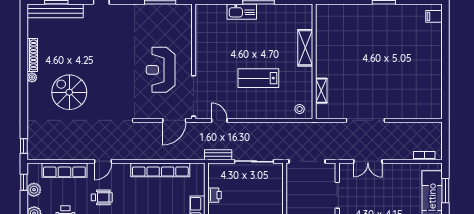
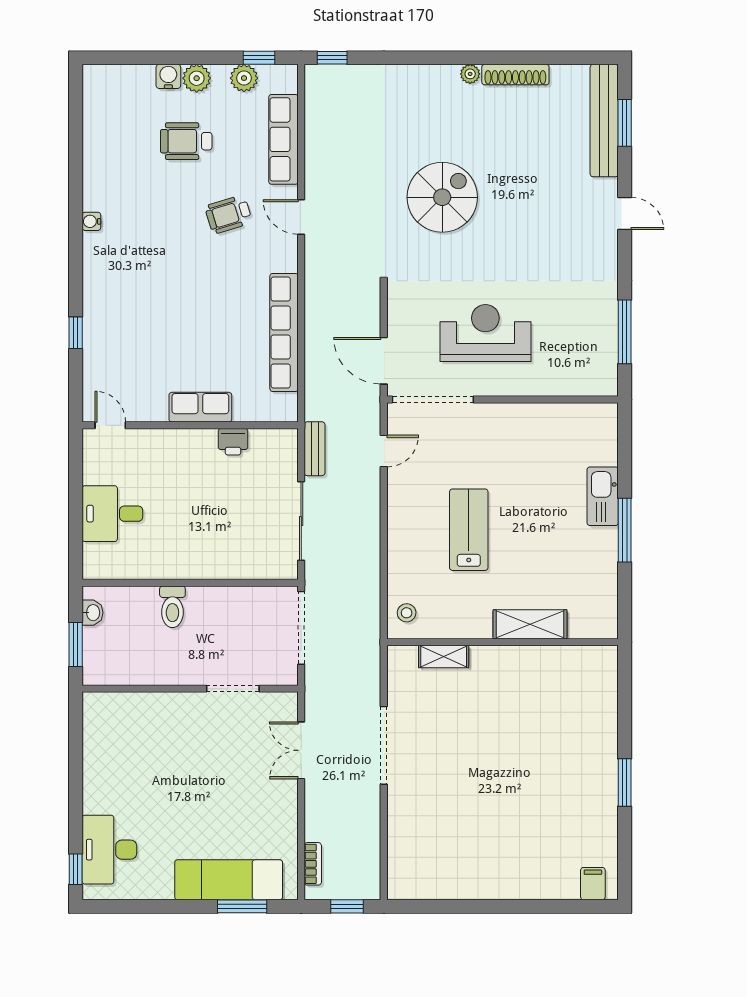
spiral stairs: (69, 92) -> (442, 197), moved
window: (445, 139) -> (347, 906), added
wheelchair: (102, 197) -> (229, 214), turned 73

